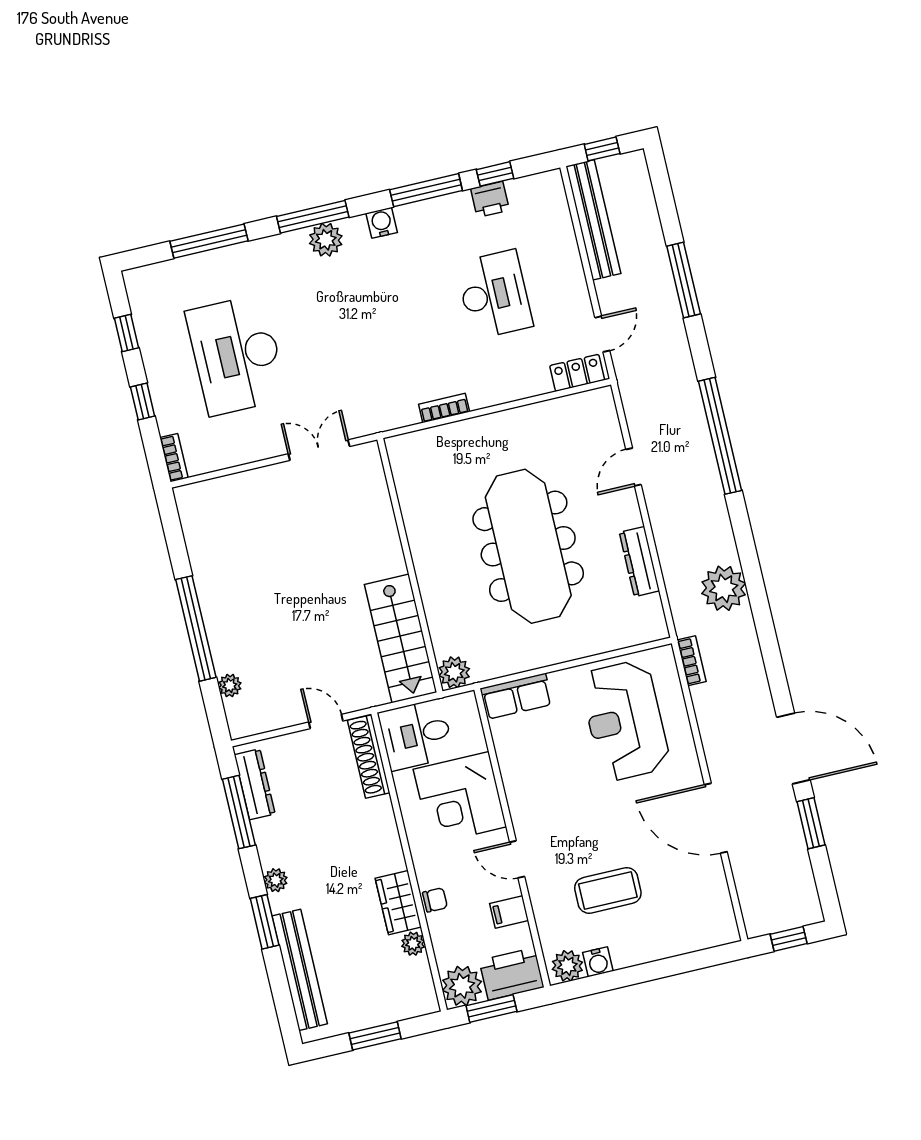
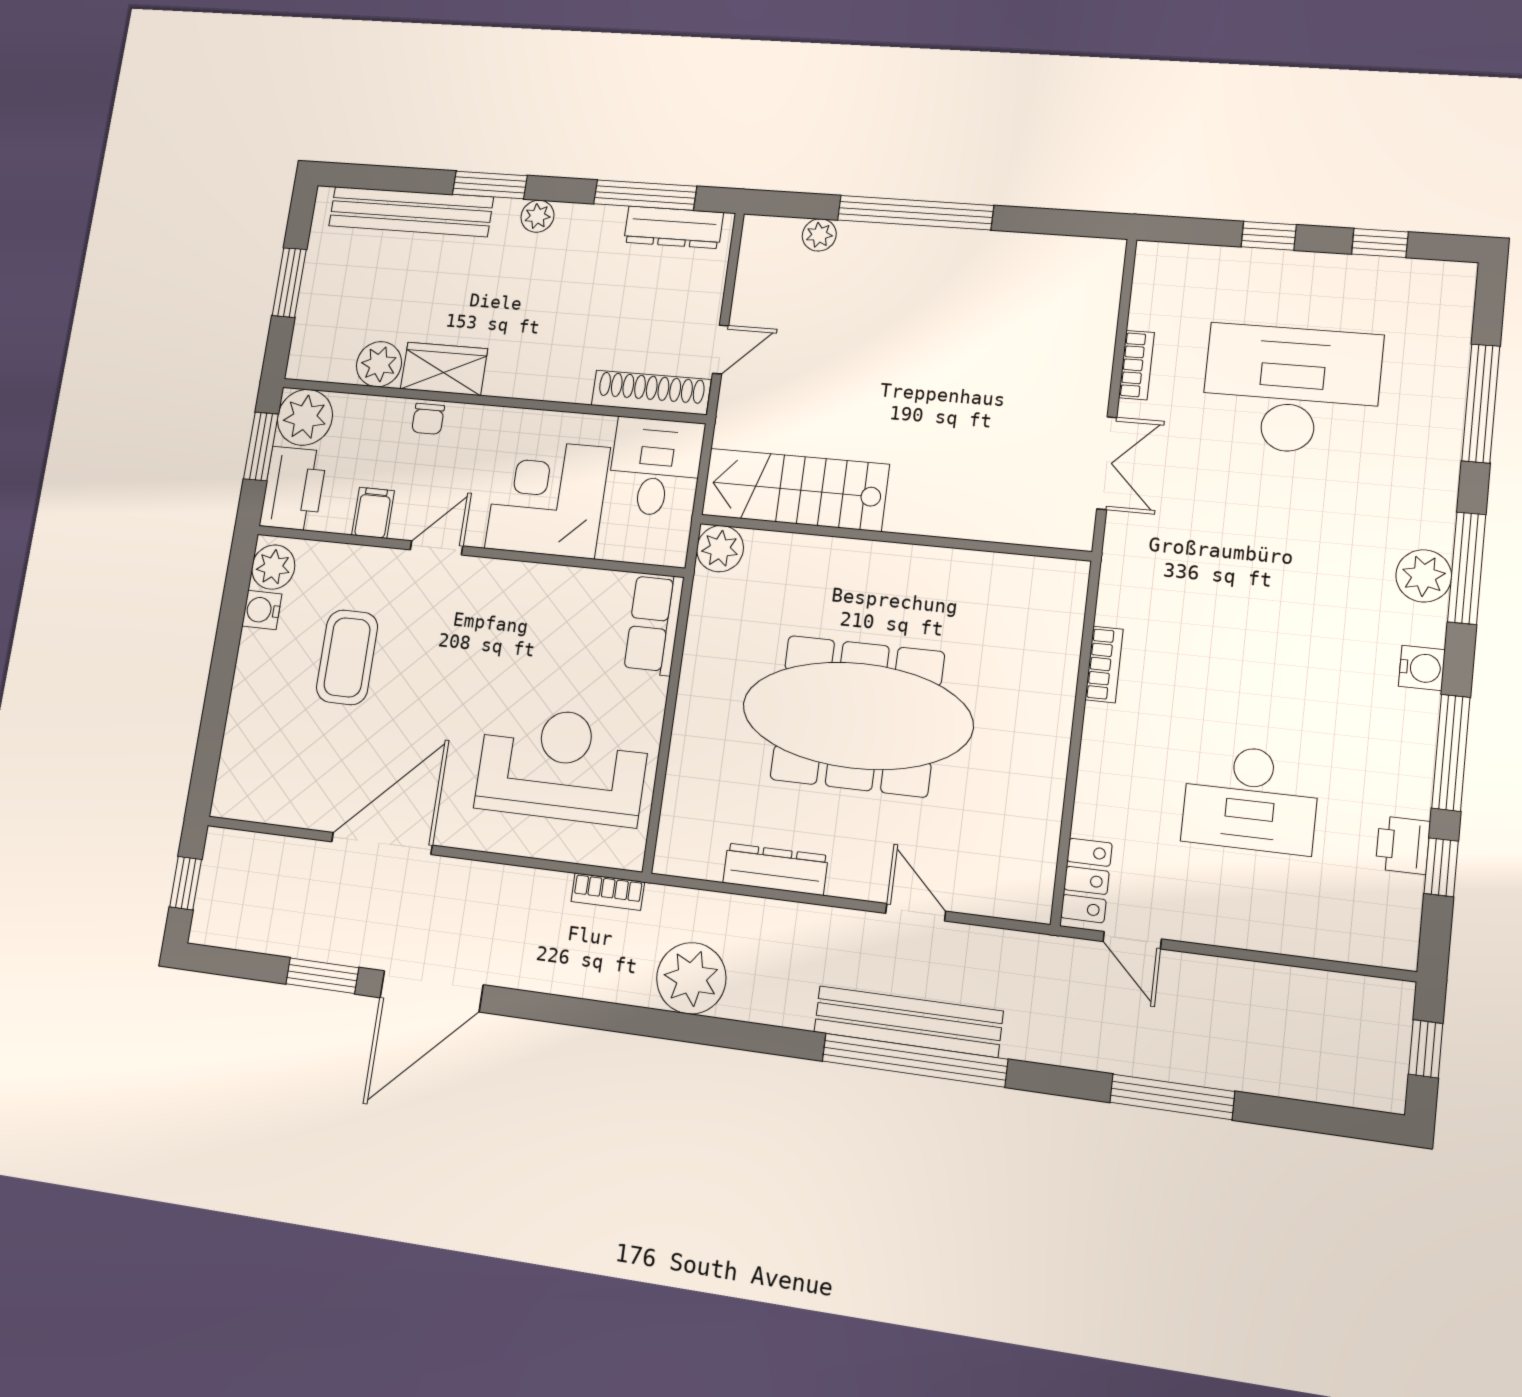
bench: (593, 220) -> (908, 1021), moved
bookcase: (174, 458) -> (1136, 365), moved, turned -90
plant: (413, 944) -> (379, 364), width x1.38, depth x1.38

